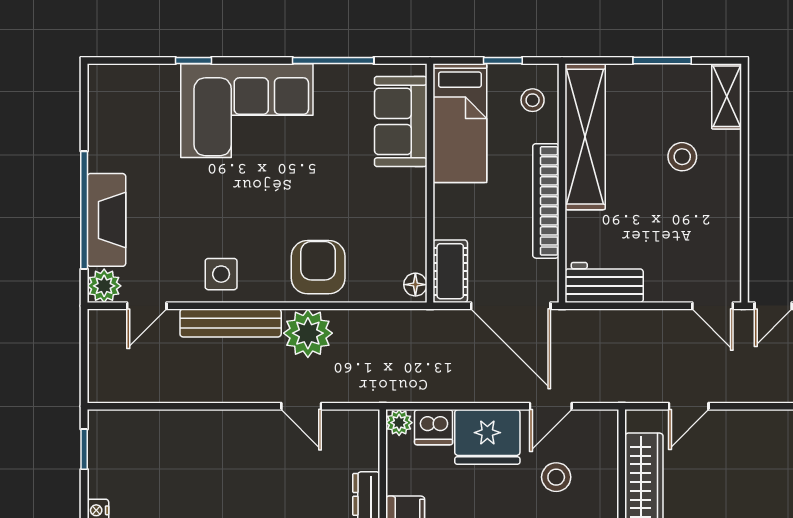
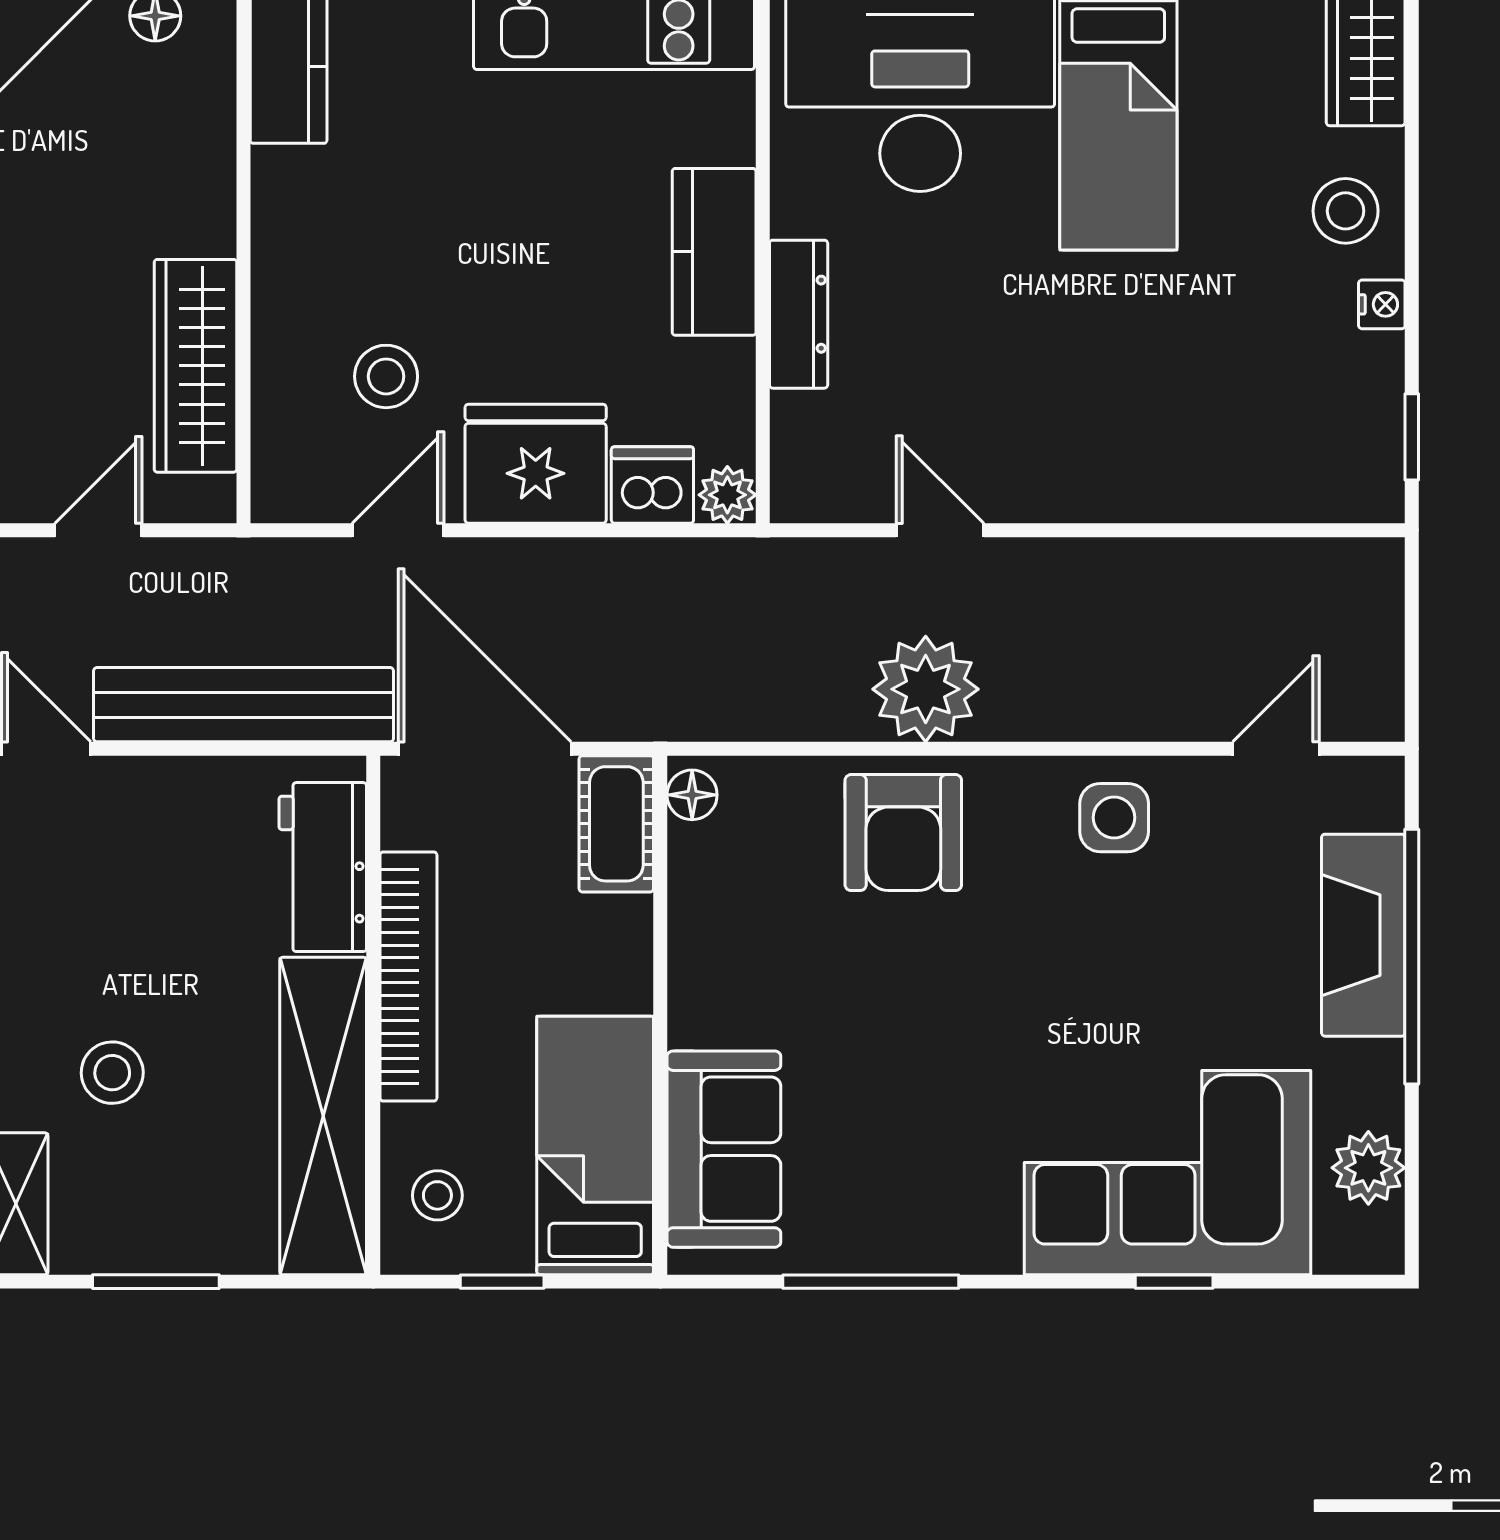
corner sofa: (247, 111) -> (1167, 1173), moved
workbench: (604, 282) -> (323, 867), moved, turned 90
plant: (104, 286) -> (1368, 1168), moved
bench: (231, 323) -> (244, 705), moved, width x1.37, depth x1.21

